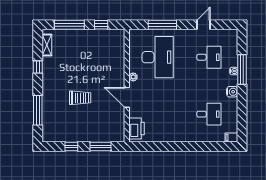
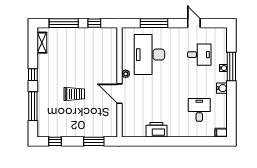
door: (203, 25) -> (194, 23), hinge flipped
desk: (158, 57) -> (149, 55), turned 180
window: (38, 67) -> (33, 75), moved
desk: (209, 114) -> (199, 110), turned -90
printer: (137, 128) -> (156, 130), moved, turned -90
window: (71, 146) -> (55, 141), moved

